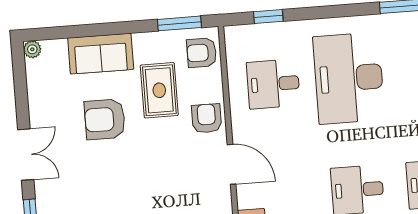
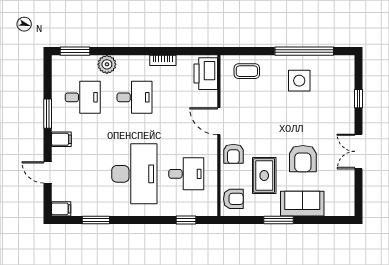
window: (179, 23) -> (278, 220), moved
plant: (32, 49) -> (349, 210), removed
armchair: (105, 119) -> (303, 159), turned 90
double door: (26, 155) -> (359, 151), moved

